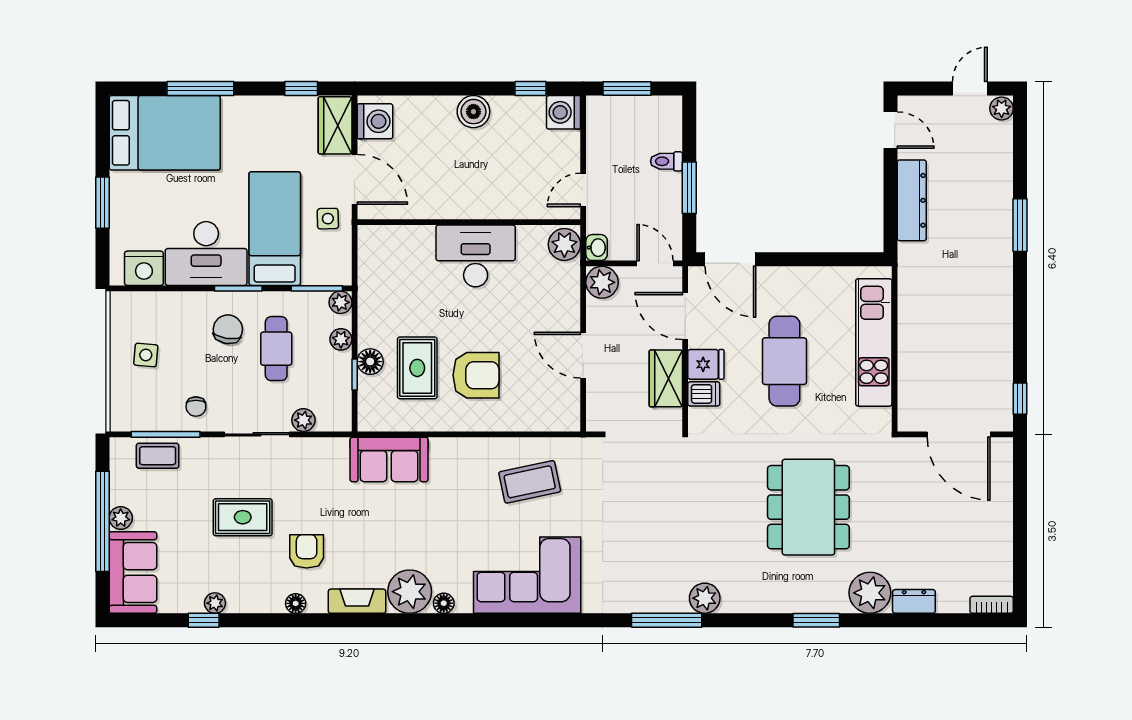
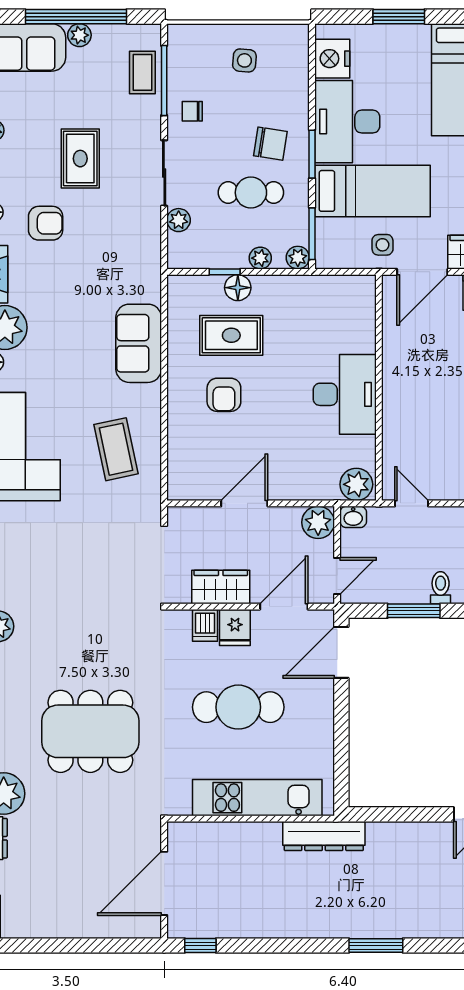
dresser: (912, 200) -> (324, 836), moved
armchair: (476, 375) -> (224, 395), width x0.72, depth x0.72
sofa: (389, 459) -> (139, 343), moved

